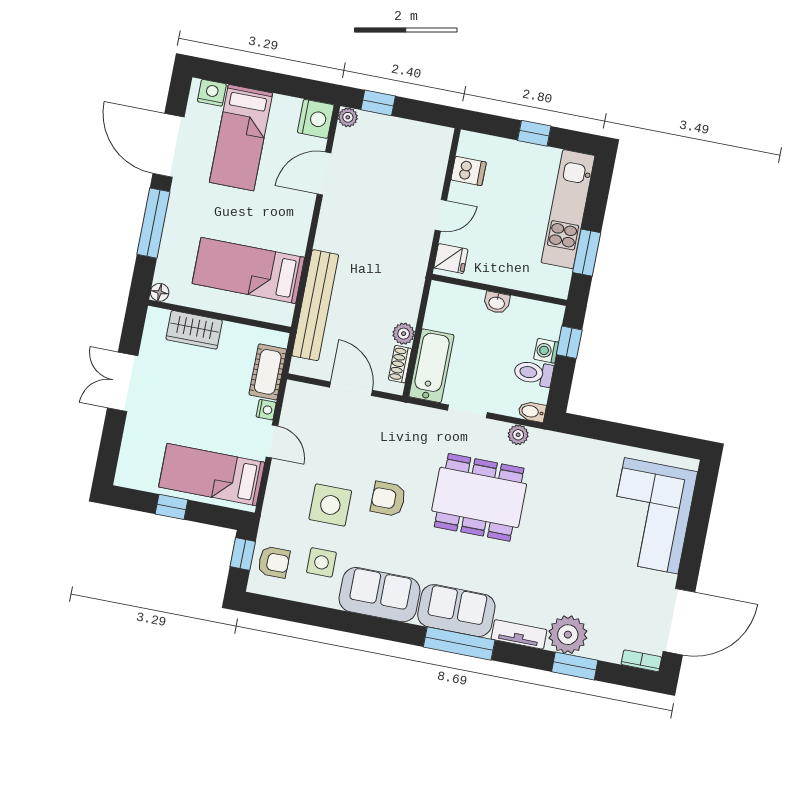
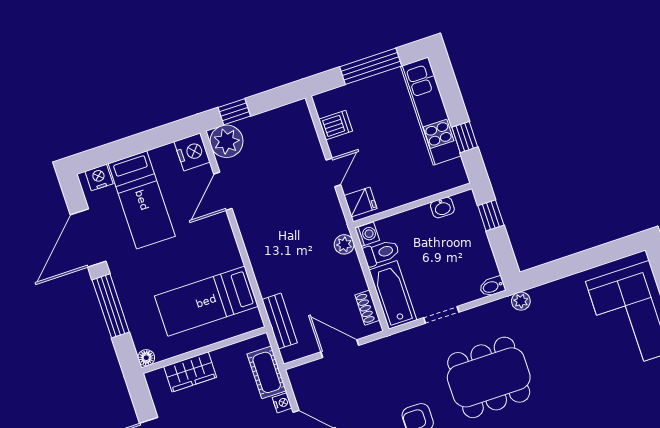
plant: (348, 117) -> (226, 141), width x1.88, depth x1.88
window: (534, 133) -> (371, 66), width x2.17
door: (169, 145) -> (88, 238), hinge flipped
window: (587, 253) -> (465, 137), width x0.67
washbasin: (497, 303) -> (442, 208), moved
bench: (315, 305) -> (280, 321), width x0.54, depth x0.82
plant: (404, 334) -> (344, 244), moved
washing machine: (546, 351) -> (367, 234), moved, turned 180
toilet: (534, 373) -> (381, 253), moved, turned 180
plant: (518, 435) -> (521, 301), moved

